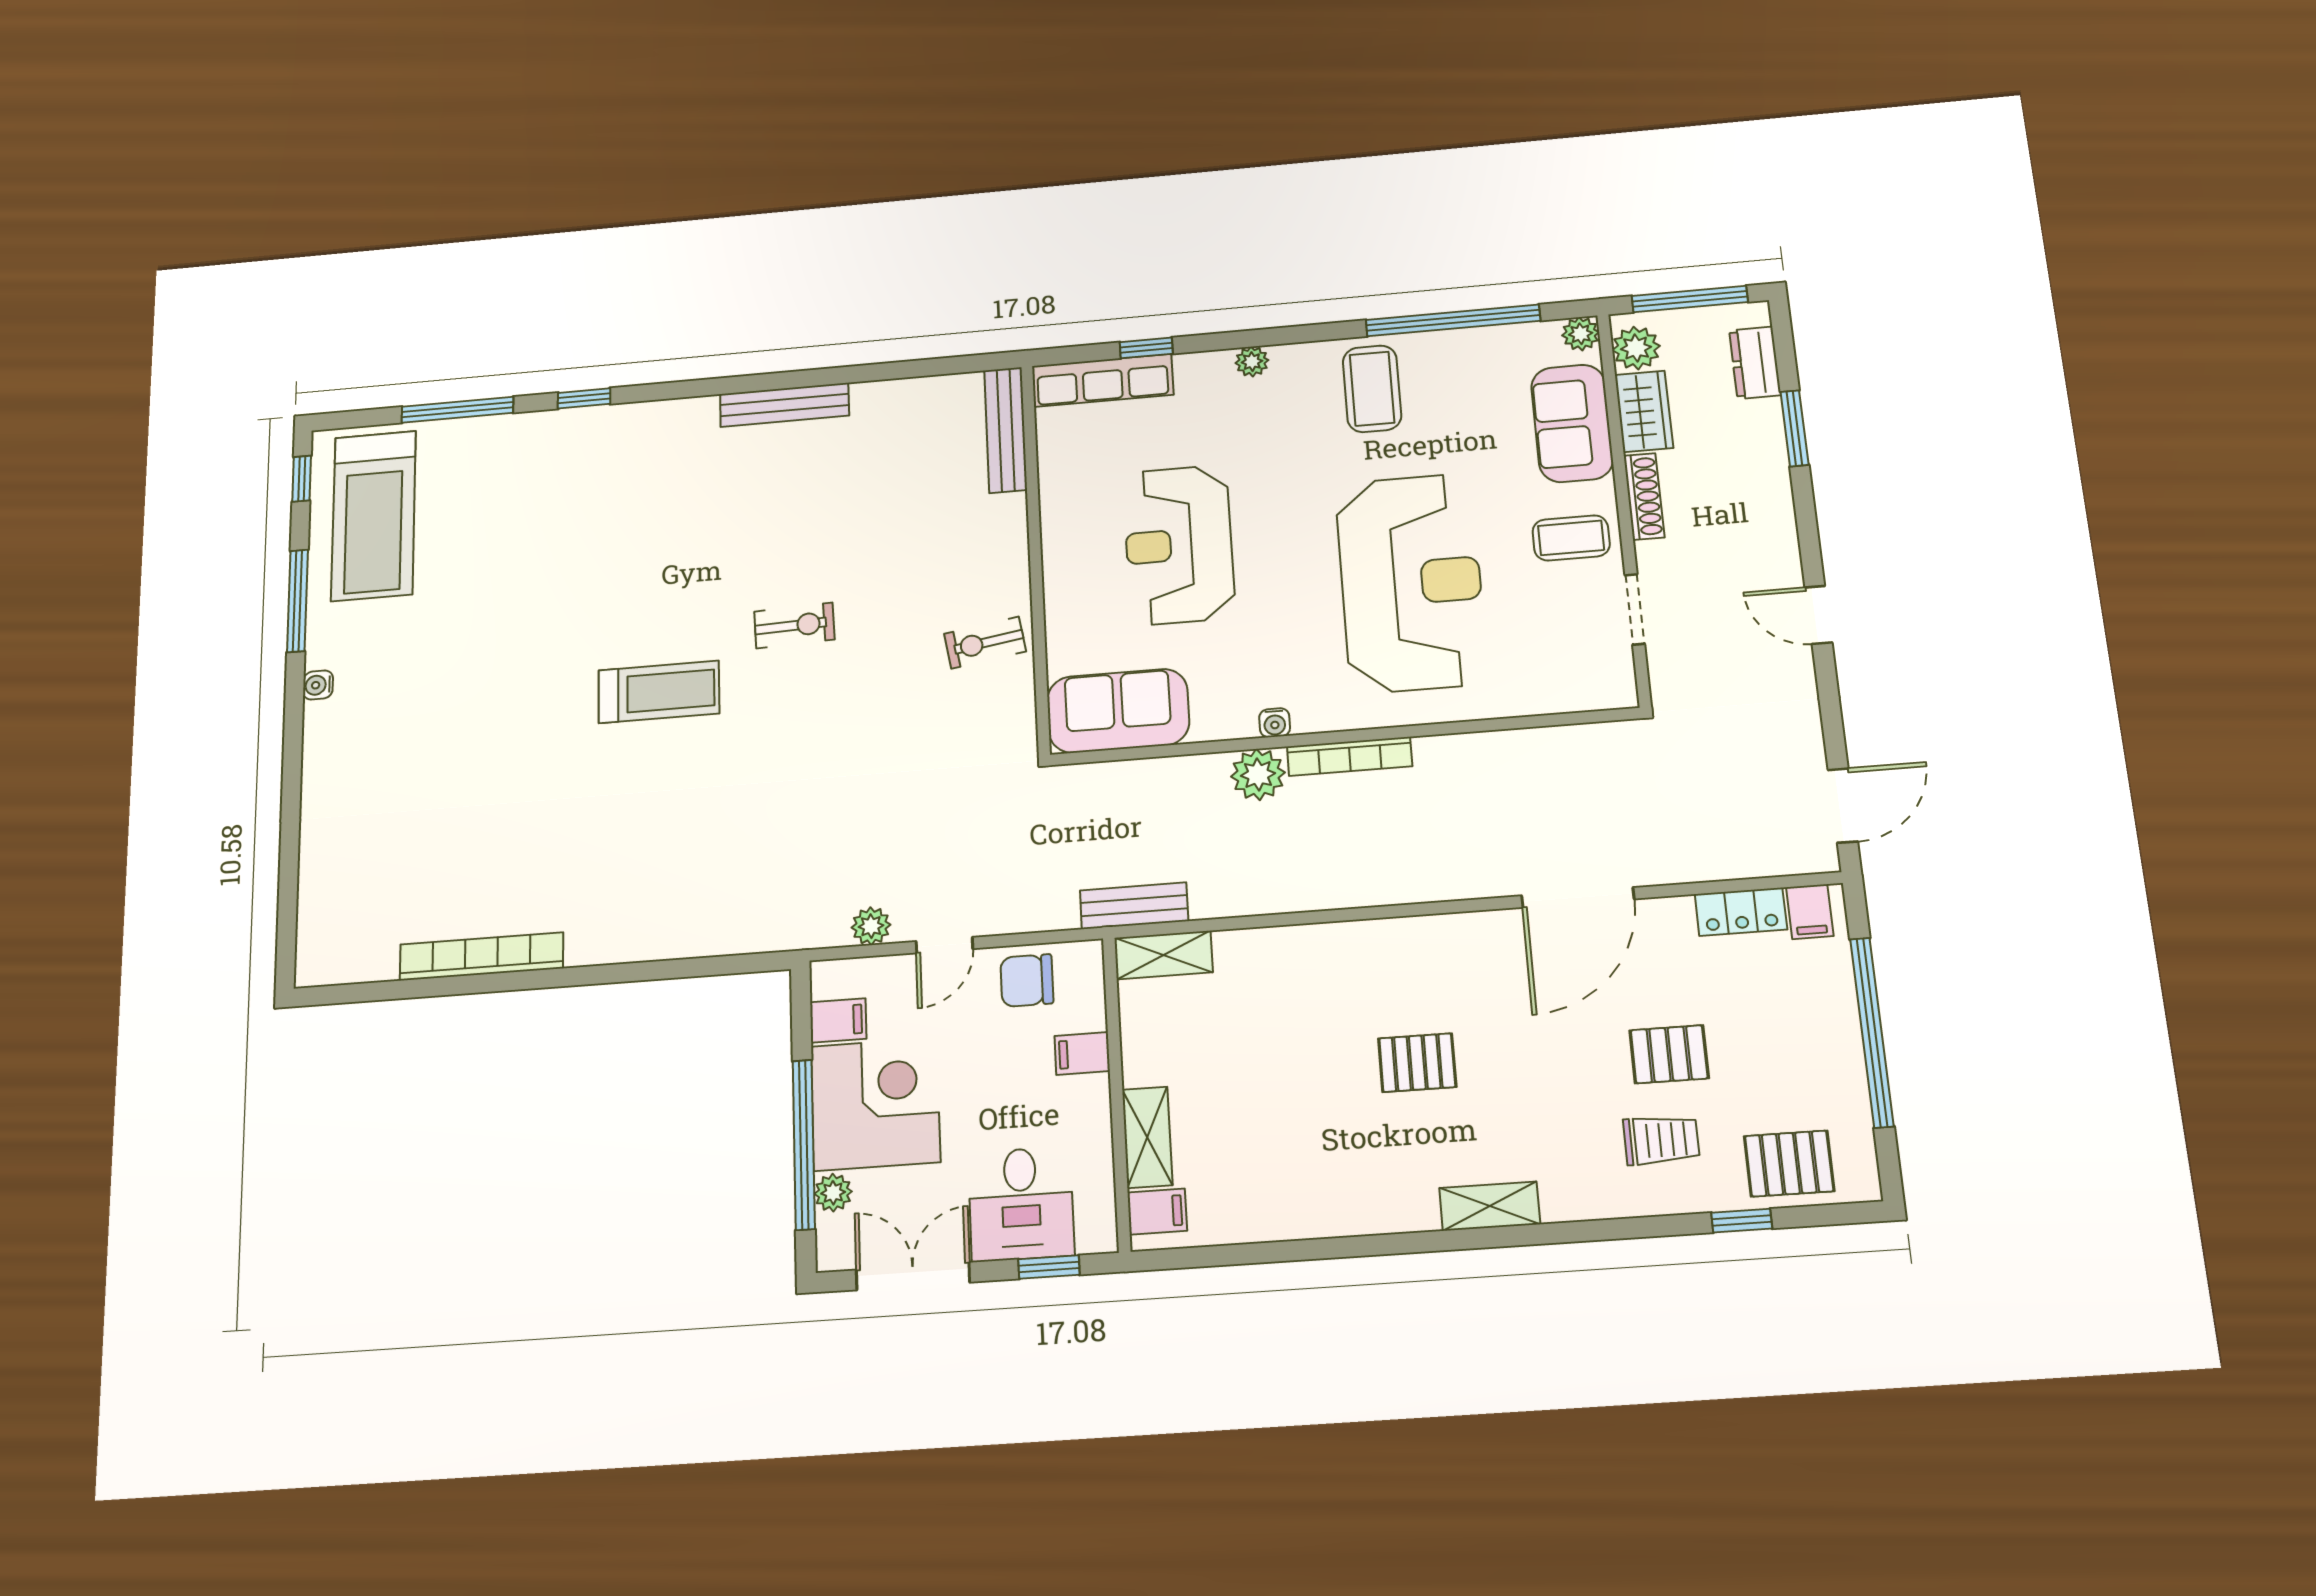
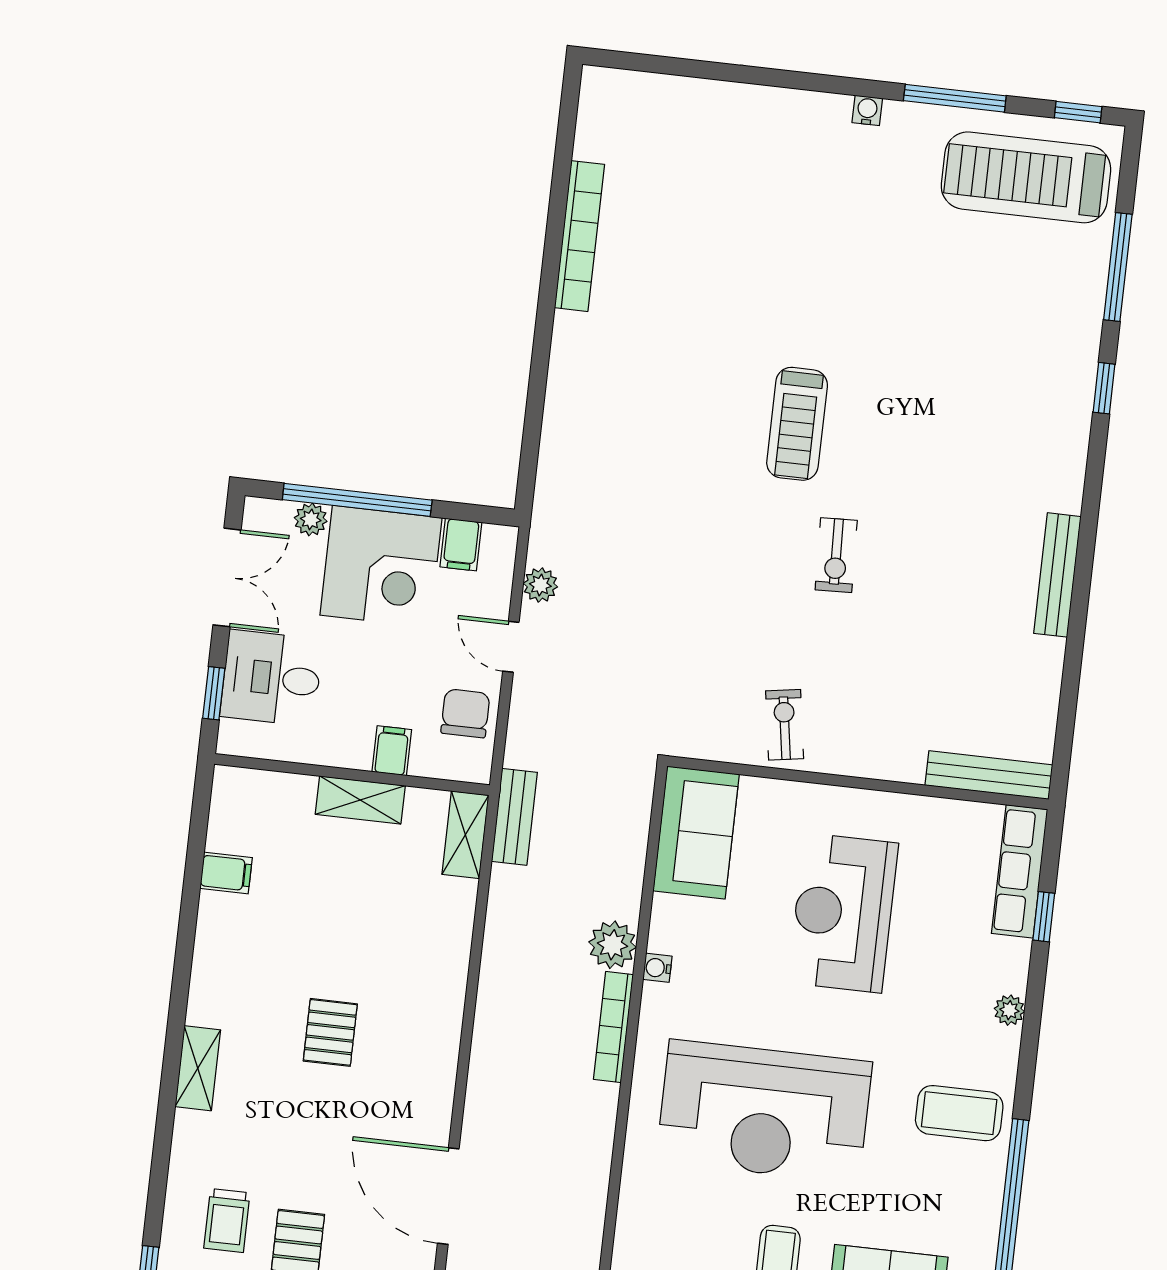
reception desk: (1179, 545) -> (843, 913), turned -90
shelving: (1147, 1137) -> (360, 800), moved
filing cabinet: (1157, 1212) -> (226, 873), moved, turned -90

